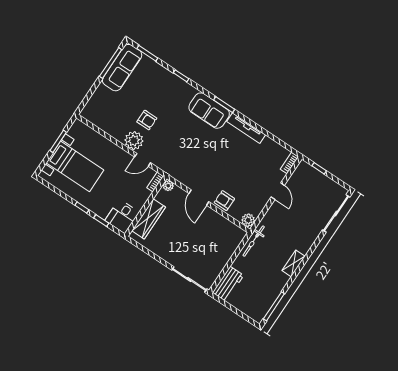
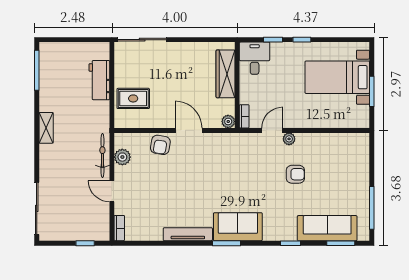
sofa: (122, 68) -> (327, 228), moved, turned 90
armchair: (147, 120) -> (295, 174), turned 180
plant: (134, 141) -> (289, 139), width x0.53, depth x0.53
armchair: (224, 201) -> (160, 145), turned 99
plant: (248, 220) -> (122, 157), moved
bicycle: (254, 241) -> (102, 156), moved
rug: (222, 244) -> (133, 98), added
workbench: (228, 284) -> (99, 80), moved

